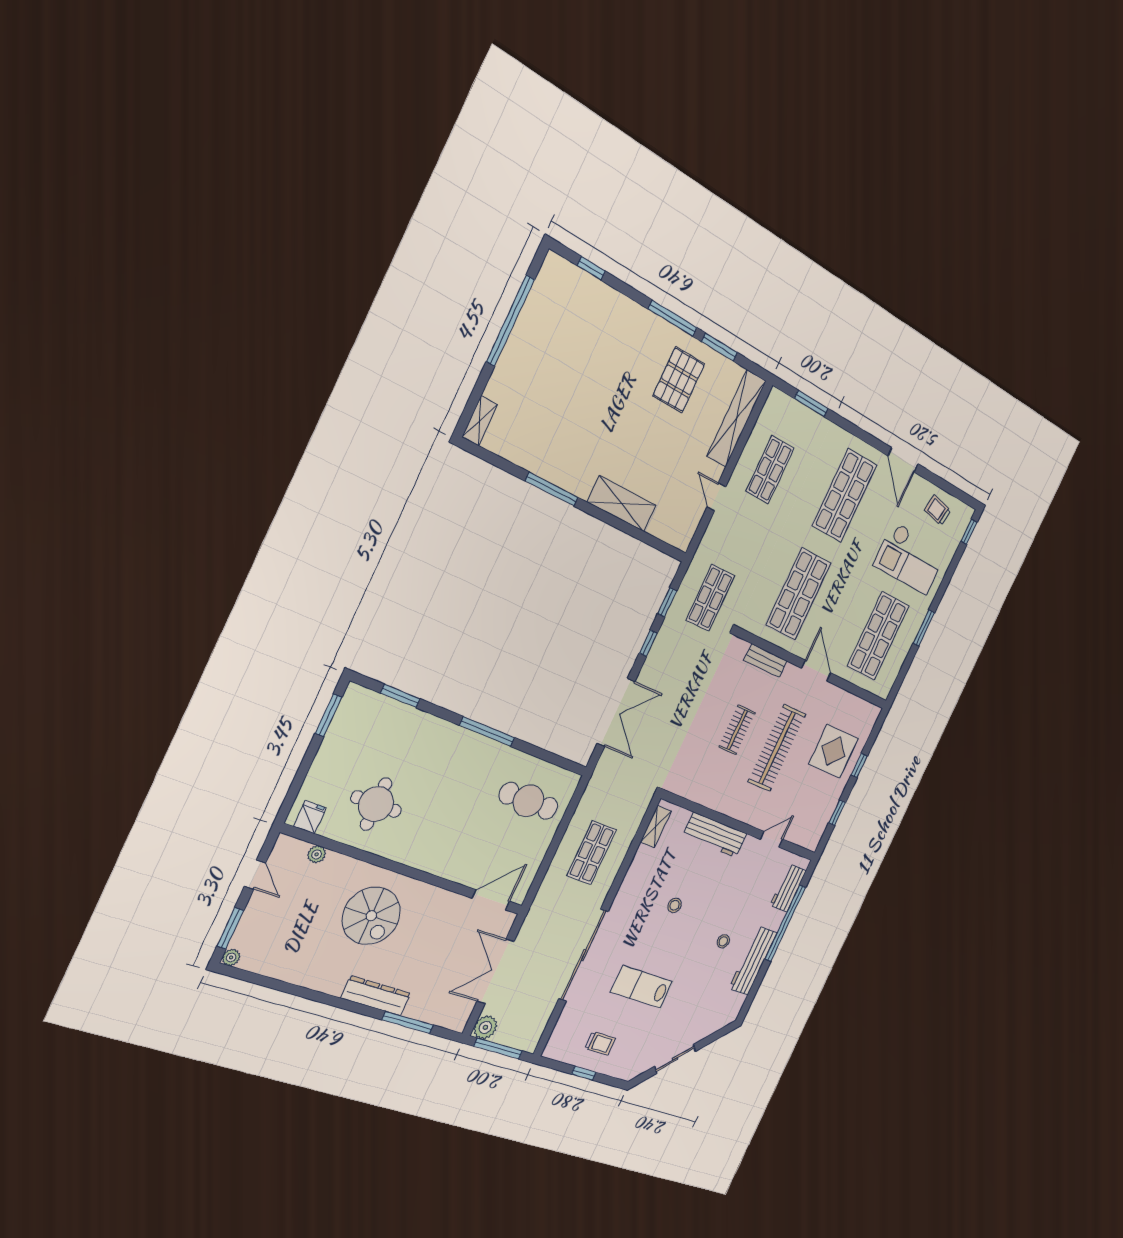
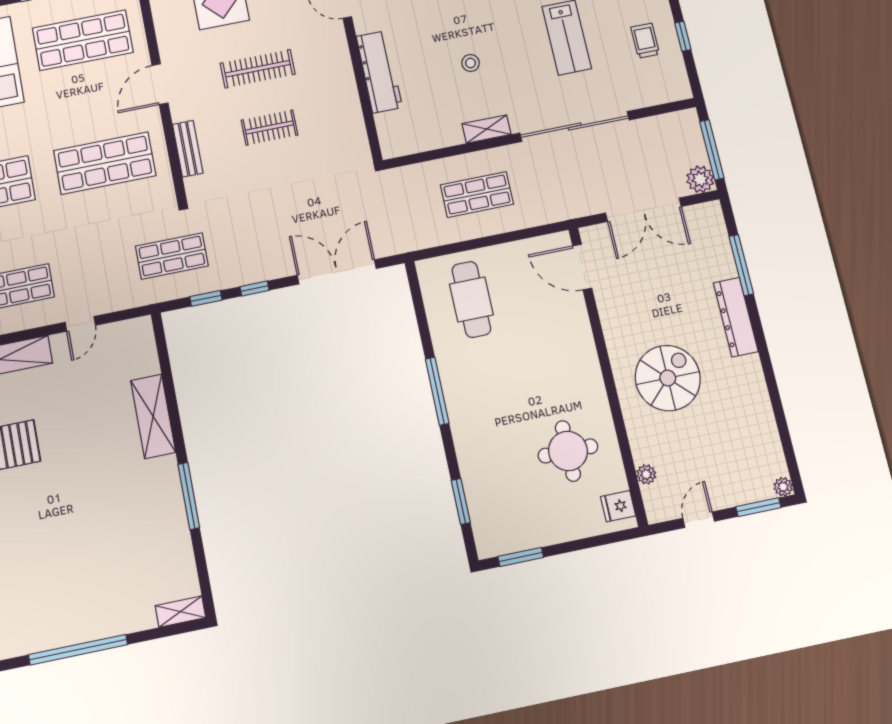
clothes rail: (777, 748) -> (258, 69), width x0.73, depth x0.76
shelving: (656, 827) -> (487, 129), moved

